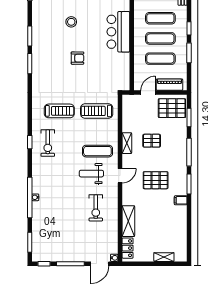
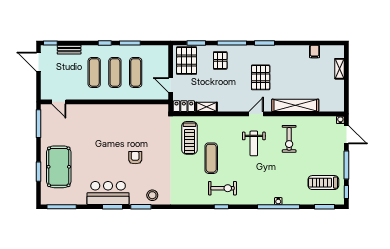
stool: (71, 22) -> (152, 195), moved
bar counter: (118, 32) -> (108, 193), moved, turned 180
piano: (169, 85) -> (162, 63), removed
treadmill: (59, 111) -> (323, 183), moved, turned -90
pallet: (152, 141) -> (220, 60), moved
shelving: (127, 143) -> (206, 107), moved
exercise mat: (97, 151) -> (211, 158), moved
door: (120, 176) -> (256, 114), hinge flipped
filing cabinet: (181, 200) -> (315, 52), moved
exercise bike: (96, 208) -> (289, 139), turned 90
shelving: (128, 221) -> (295, 105), width x1.47
locker: (128, 248) -> (184, 106), moved

